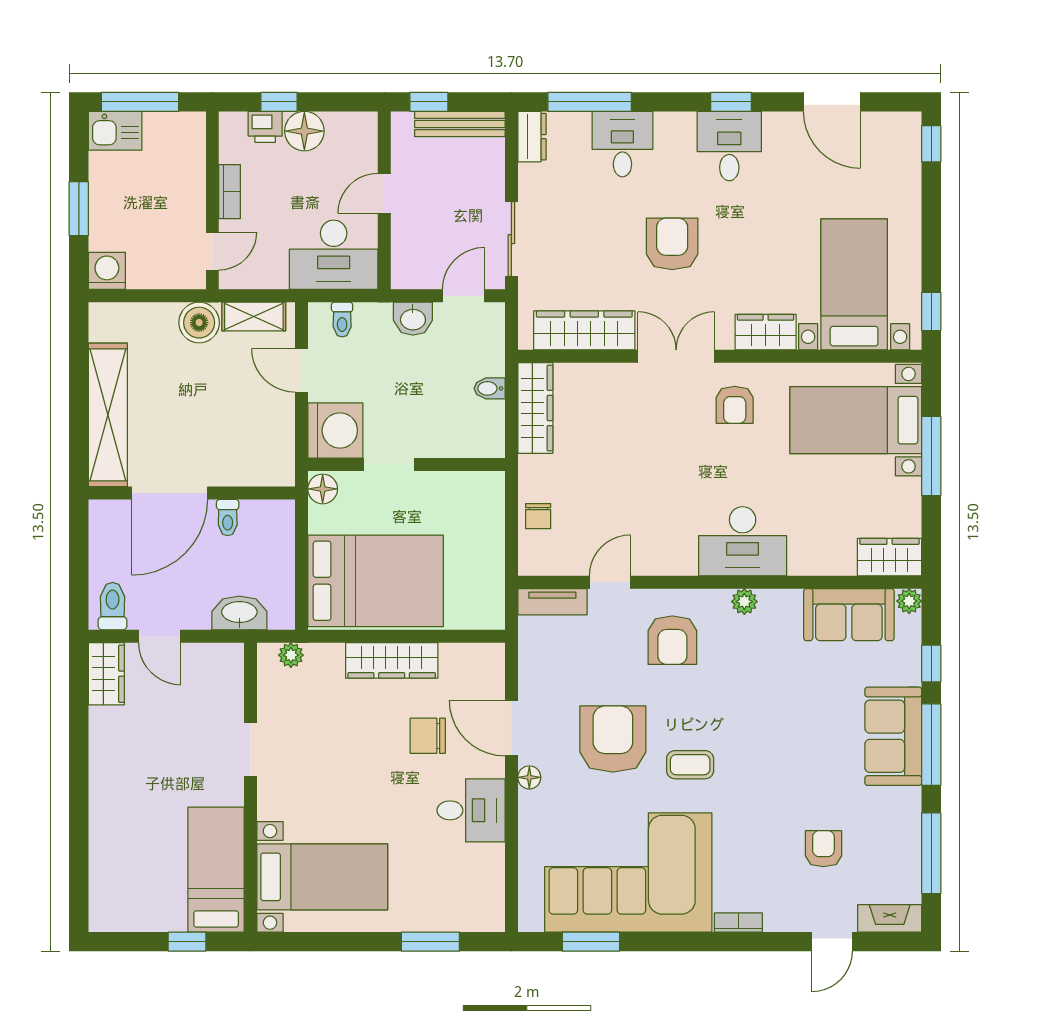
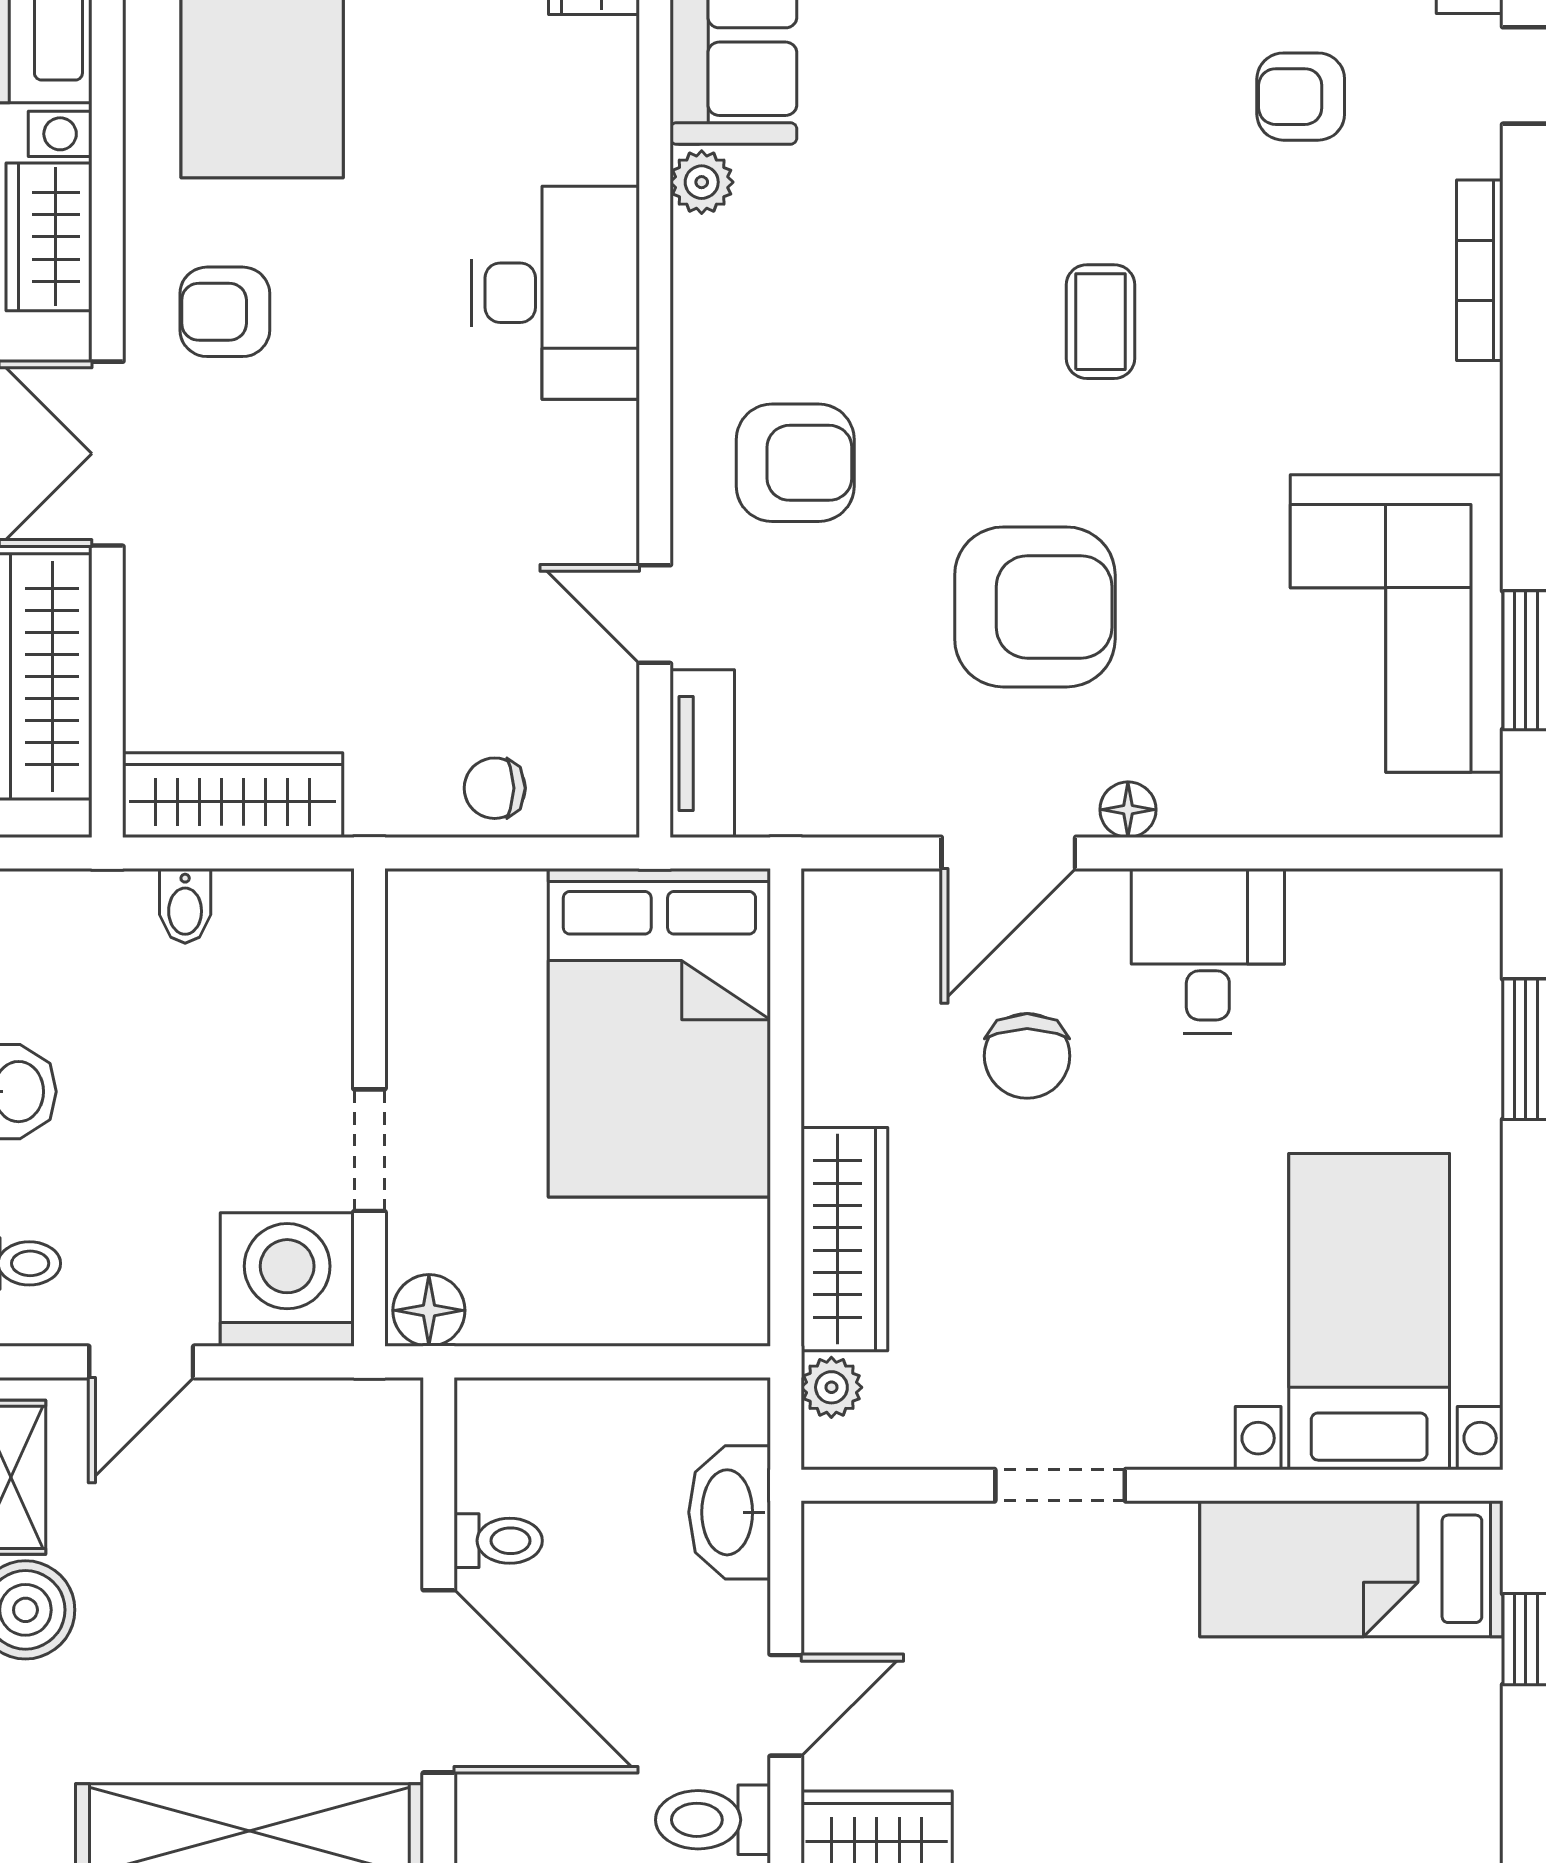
armchair: (735, 405) -> (225, 312), turned 180
chair: (538, 516) -> (495, 788), turned 180
bed: (376, 581) -> (659, 1033), moved, turned 180
plant: (744, 602) -> (702, 182), moved
wardrobe: (392, 660) -> (844, 1239), moved
armchair: (613, 739) -> (1035, 607), turned 180
coffee table: (690, 765) -> (1101, 322), moved
corner sofa: (628, 872) -> (1397, 624), width x0.73, depth x0.74
bookcase: (738, 922) -> (1480, 270), width x1.56

